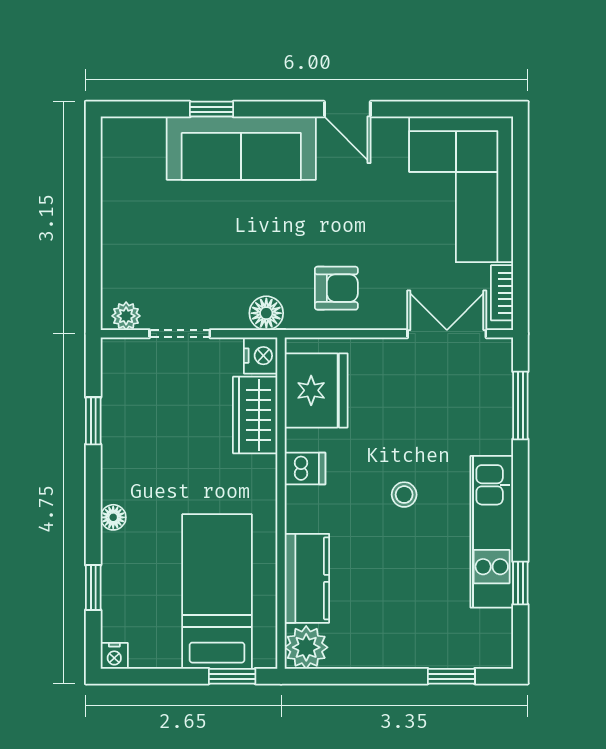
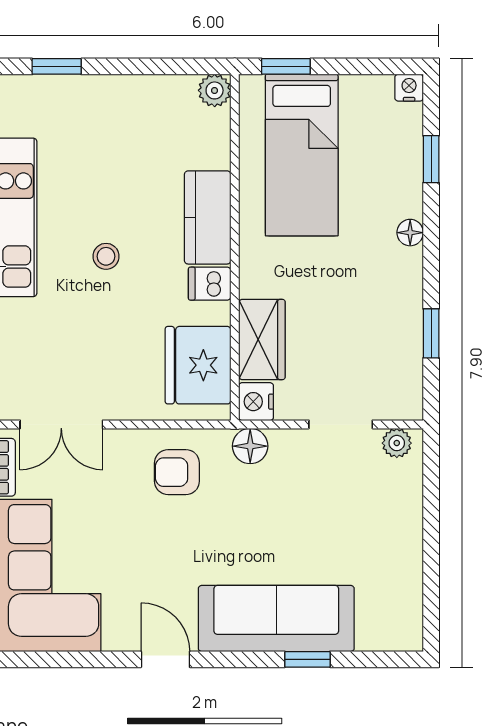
kitchen counter: (307, 578) -> (208, 217), moved
plant: (306, 647) -> (215, 90), width x0.73, depth x0.73

